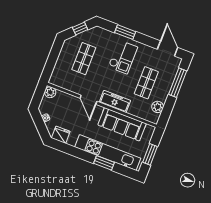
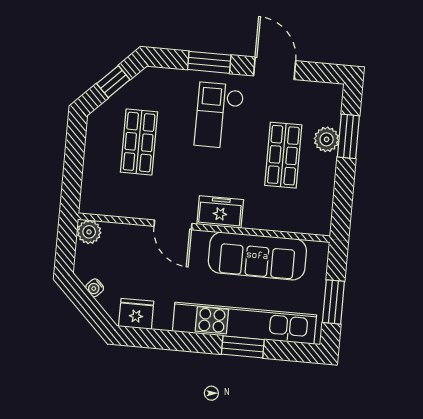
door: (168, 48) -> (275, 68), moved
checkout: (123, 57) -> (219, 116), turned 180
window: (178, 83) -> (348, 136), width x0.69
freezer: (115, 101) -> (220, 212), width x0.71
plant: (158, 107) -> (327, 139), moved

